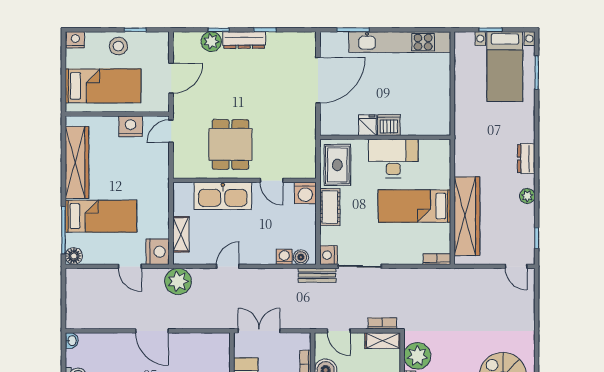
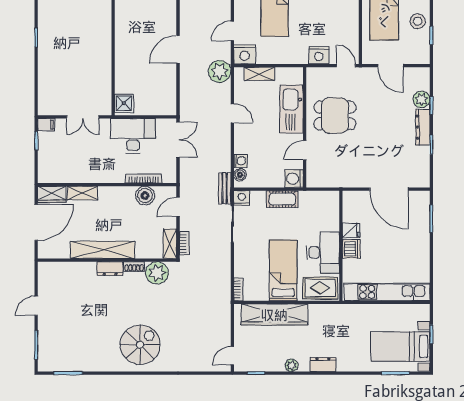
kitchen unit: (400, 42) -> (387, 292), moved, turned 90
nightstand: (131, 126) -> (319, 55), moved, turned 90
rug: (337, 165) -> (320, 288), moved

